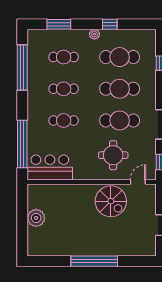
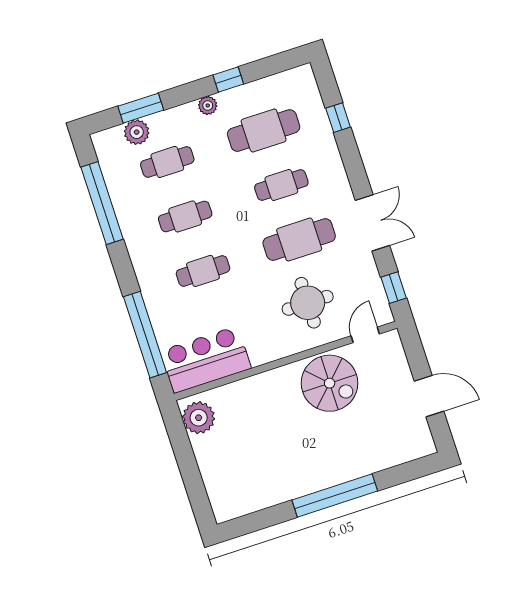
plant: (53, 36) -> (137, 132), added
cafe table: (120, 89) -> (281, 185), width x0.73, depth x0.74
plant: (36, 218) -> (199, 418), moved

